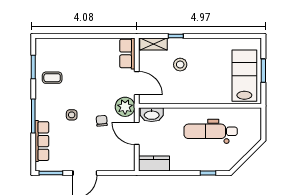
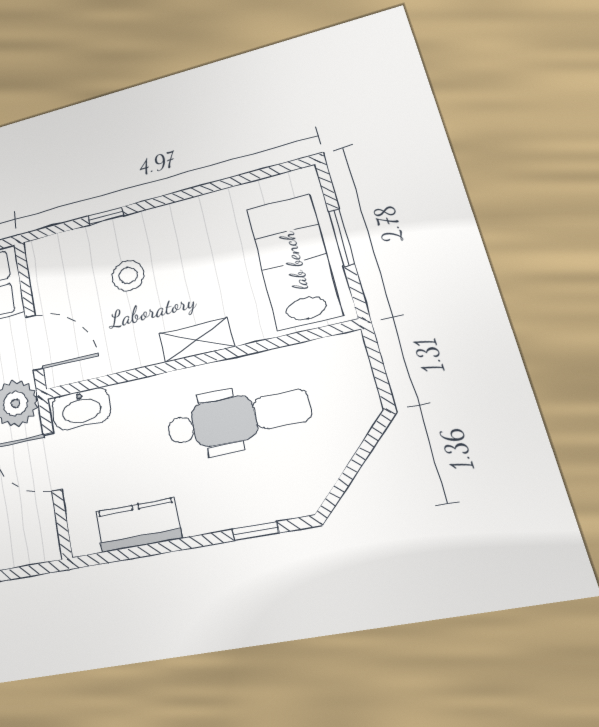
shelving: (154, 44) -> (196, 340), moved
dental chair: (211, 131) -> (238, 418), turned 180
kitchen counter: (154, 163) -> (138, 525), moved

